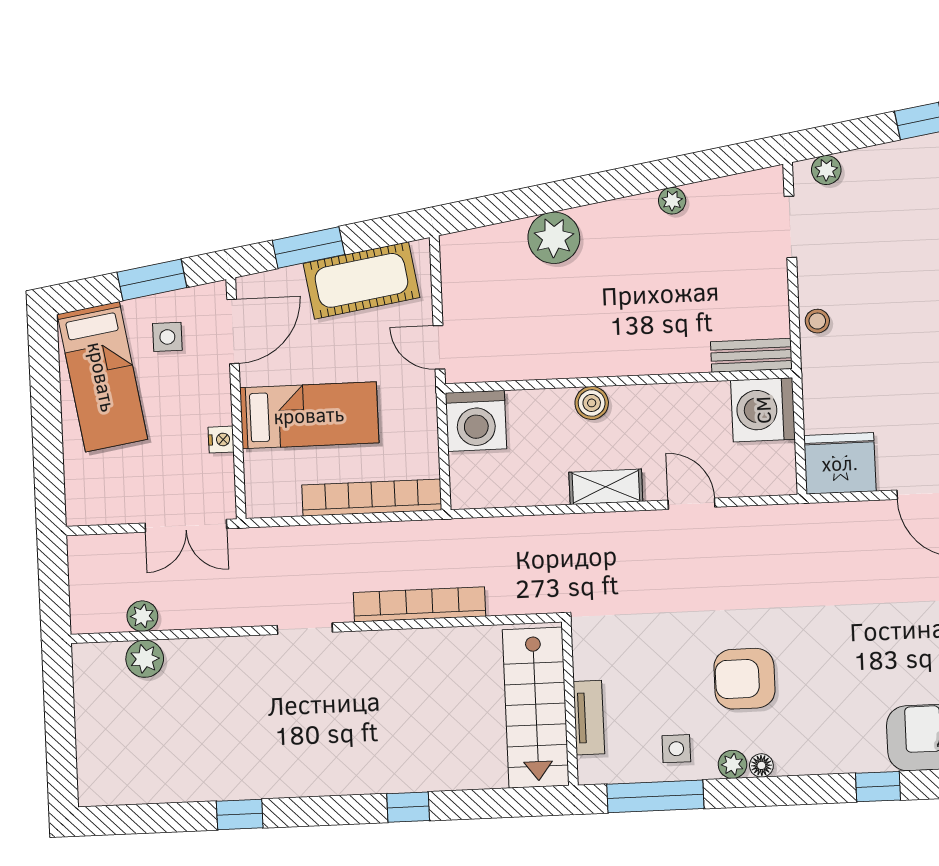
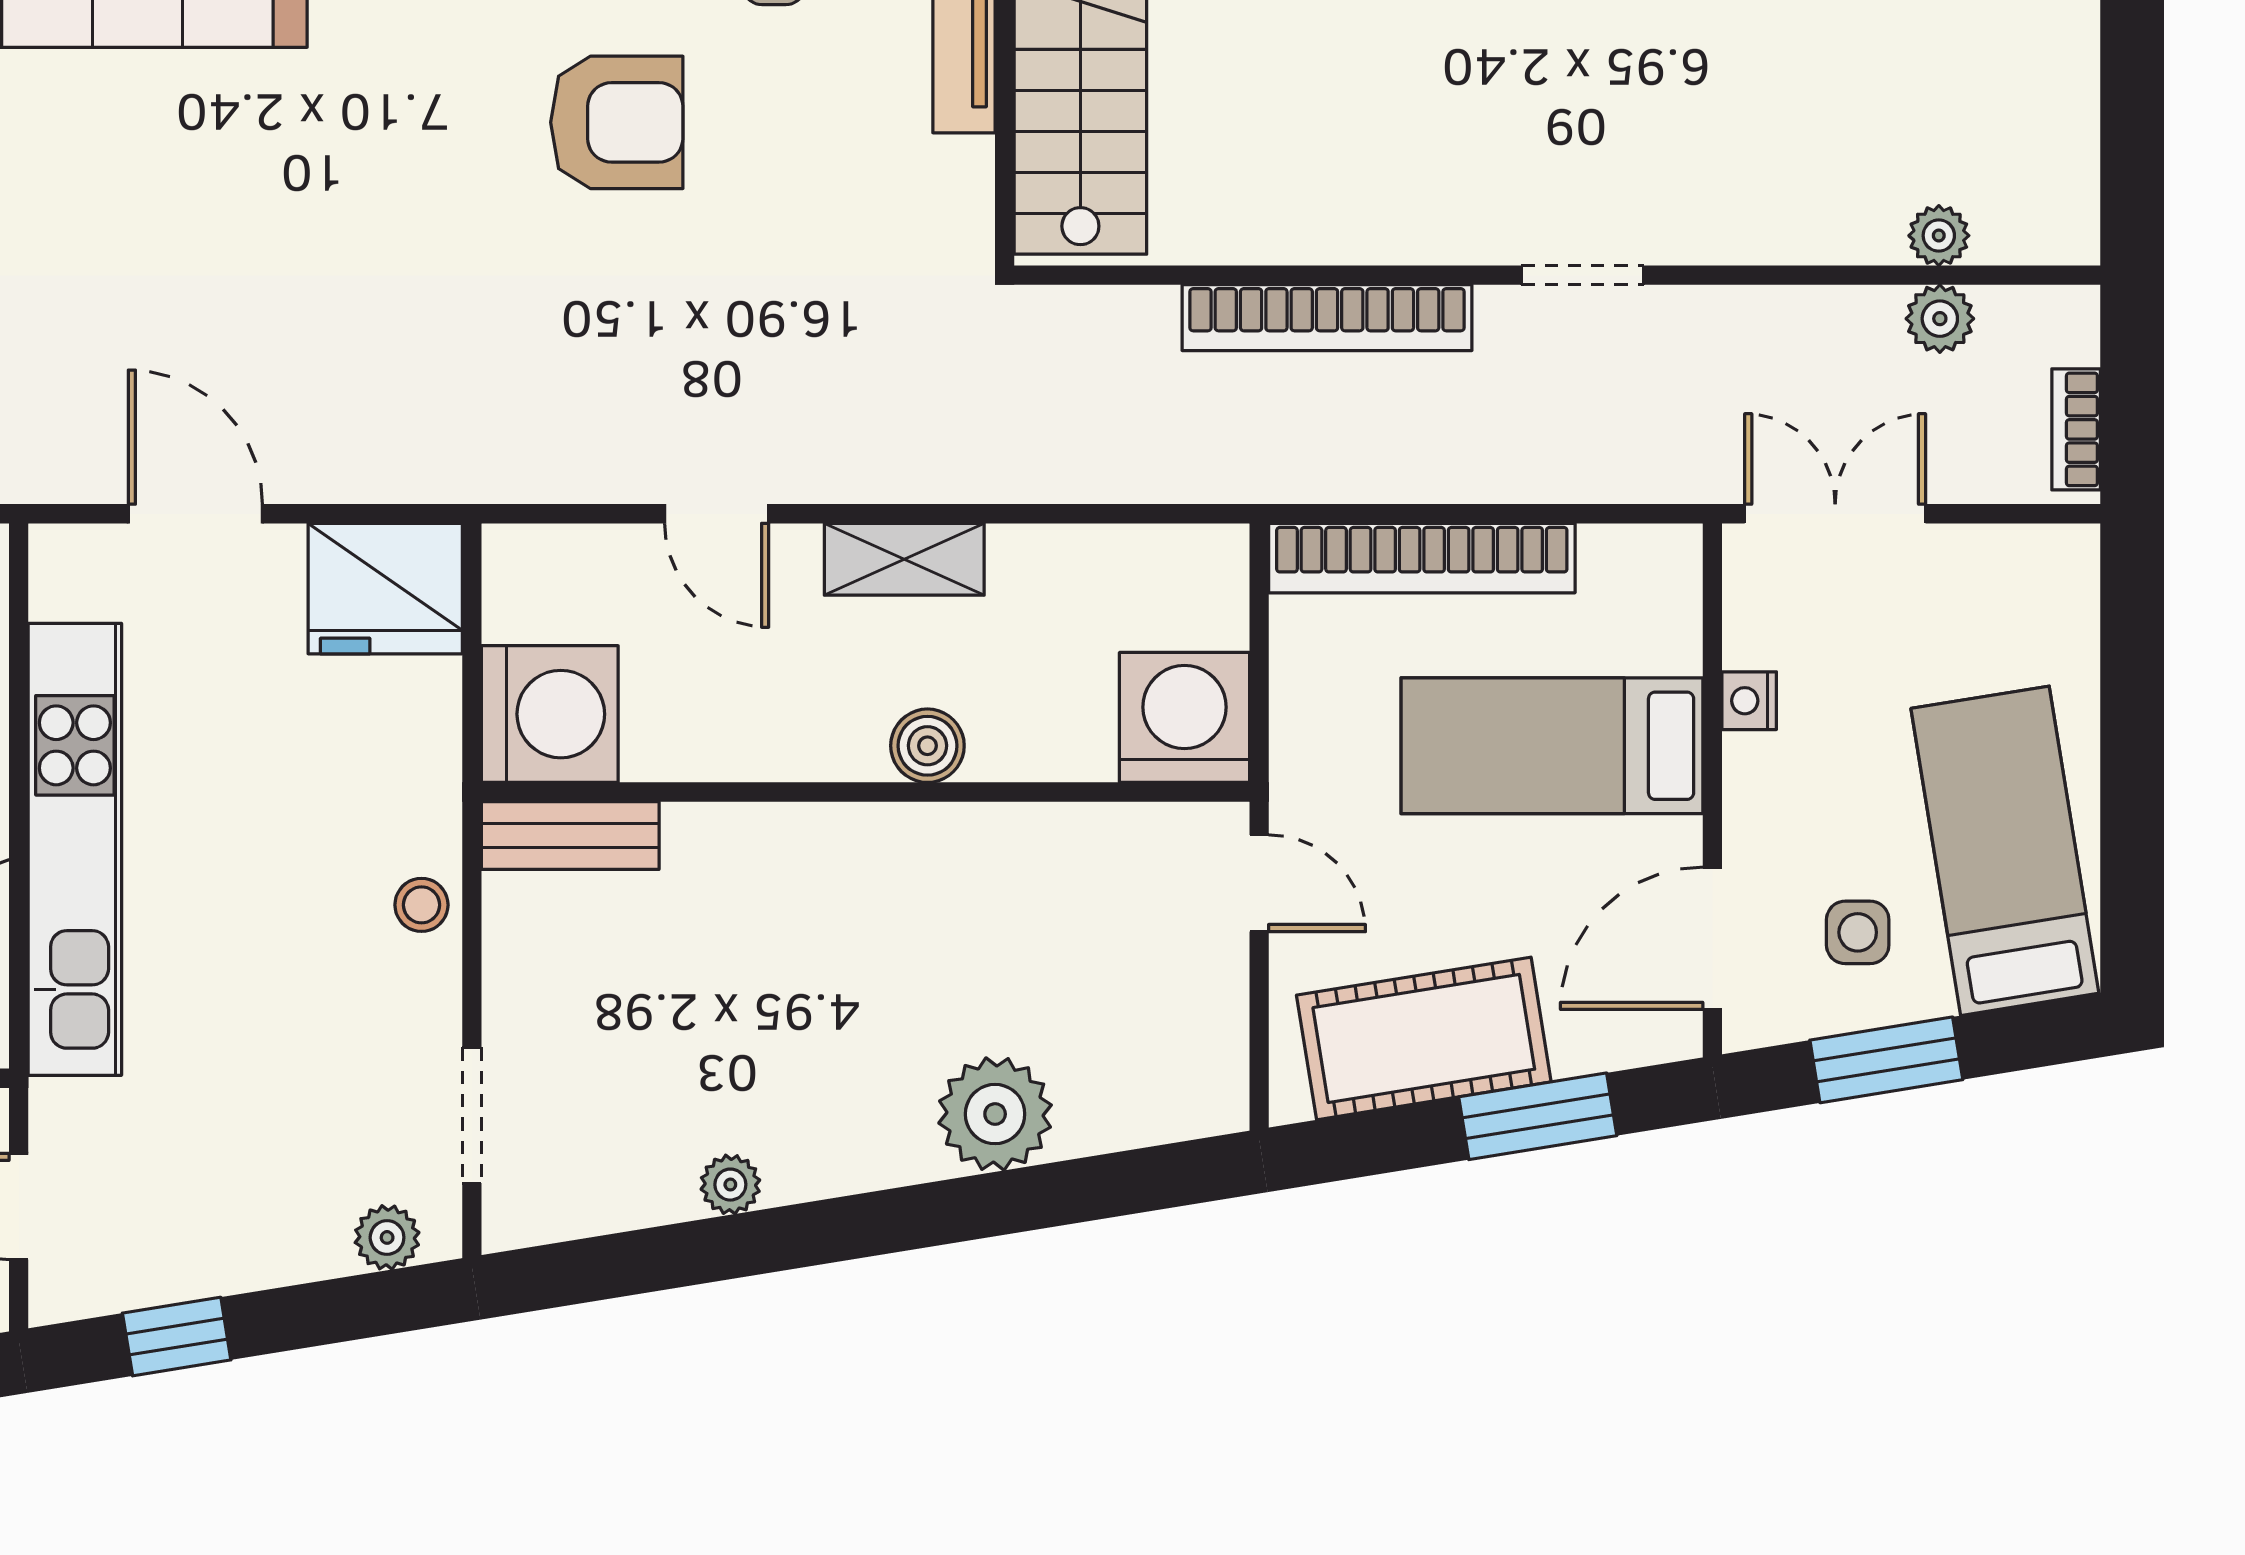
bookcase: (79, 569) -> (2076, 429), added
plant: (145, 659) -> (1939, 236), width x0.73, depth x0.73

